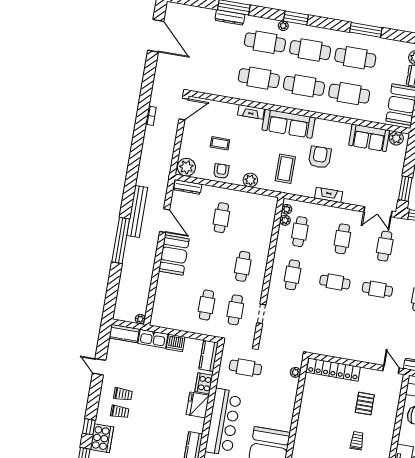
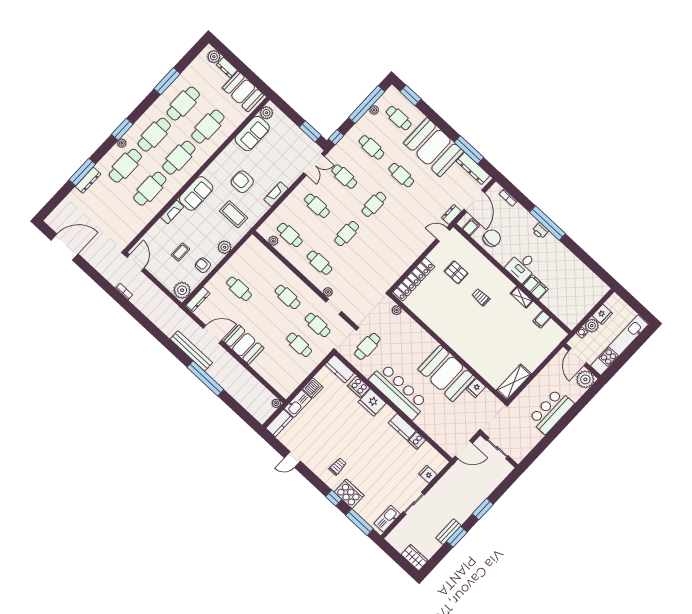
sofa: (289, 124) -> (196, 193), width x0.73
plant: (287, 209) -> (328, 292), moved
trolley: (123, 394) -> (326, 455), removed

